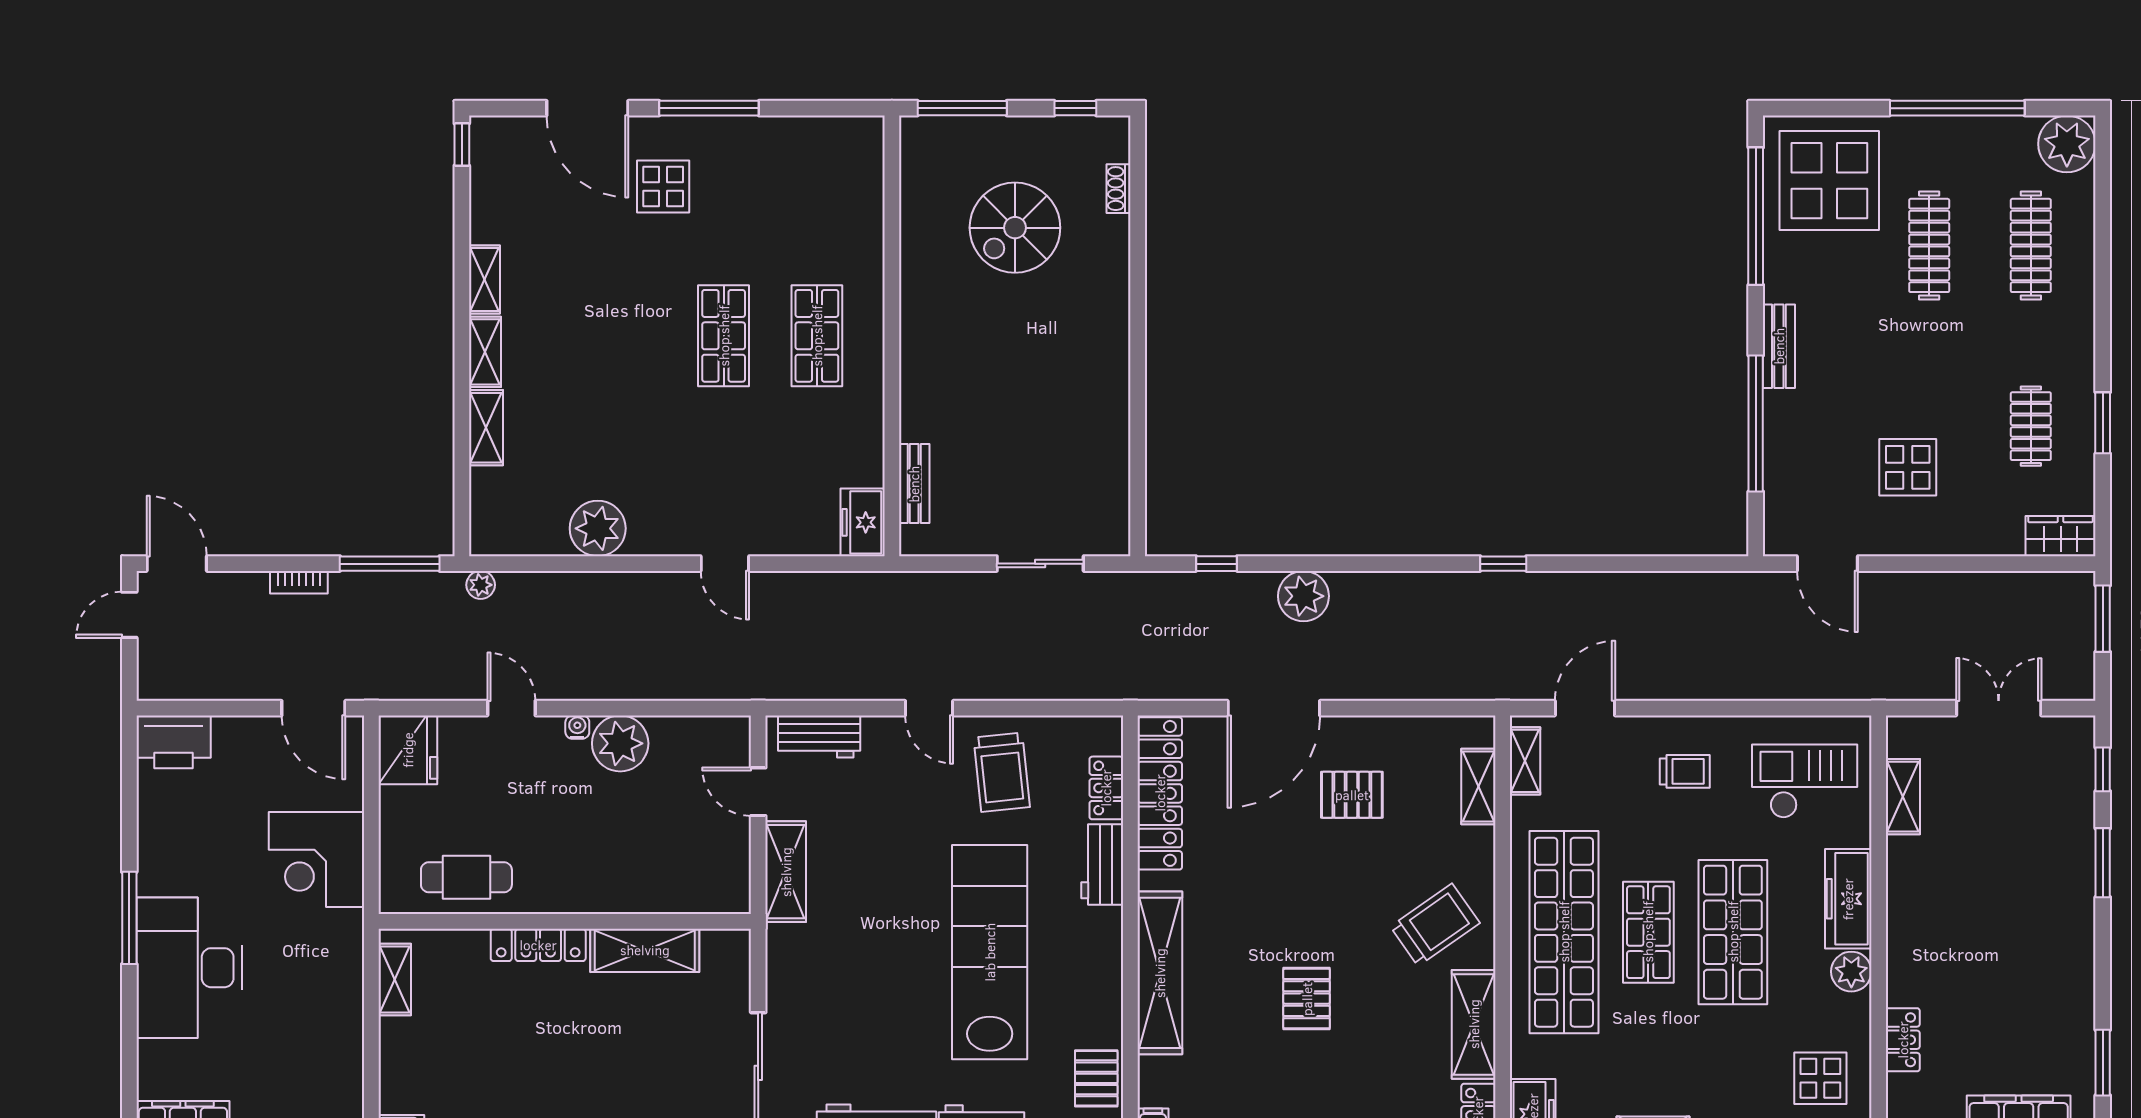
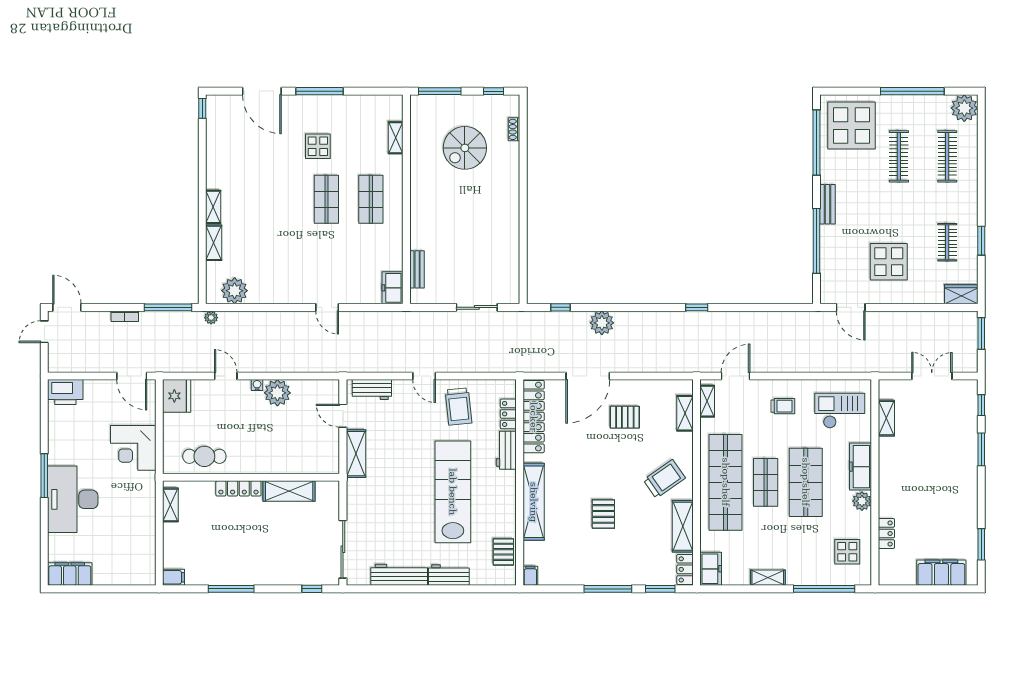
display table: (663, 187) -> (318, 146), moved
shelving: (484, 280) -> (396, 138), moved
display table: (1908, 467) -> (889, 262), width x1.36, depth x1.36
plant: (598, 528) -> (235, 291), moved

